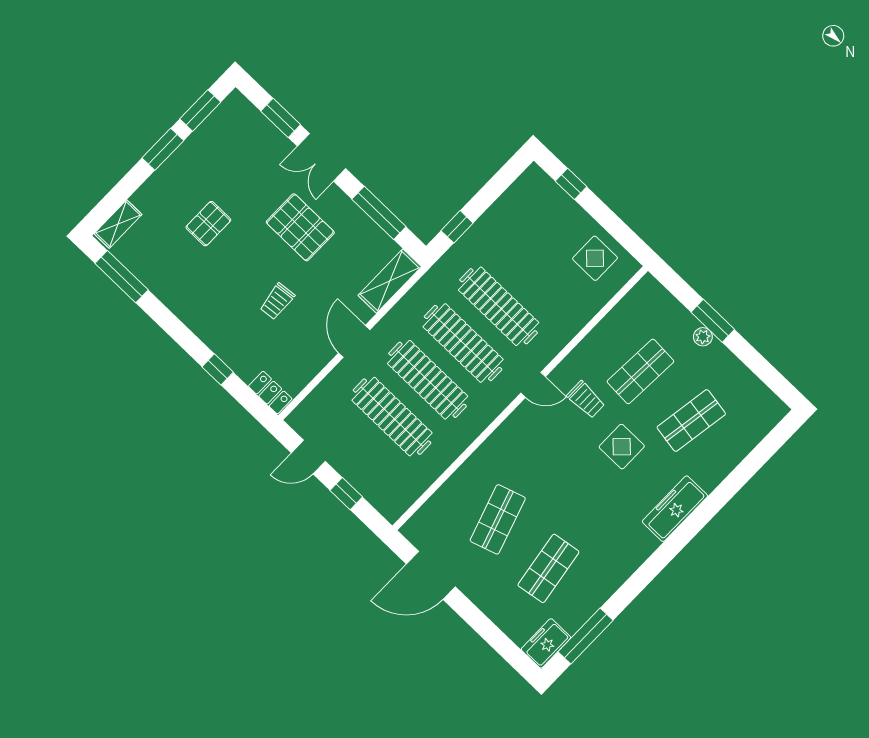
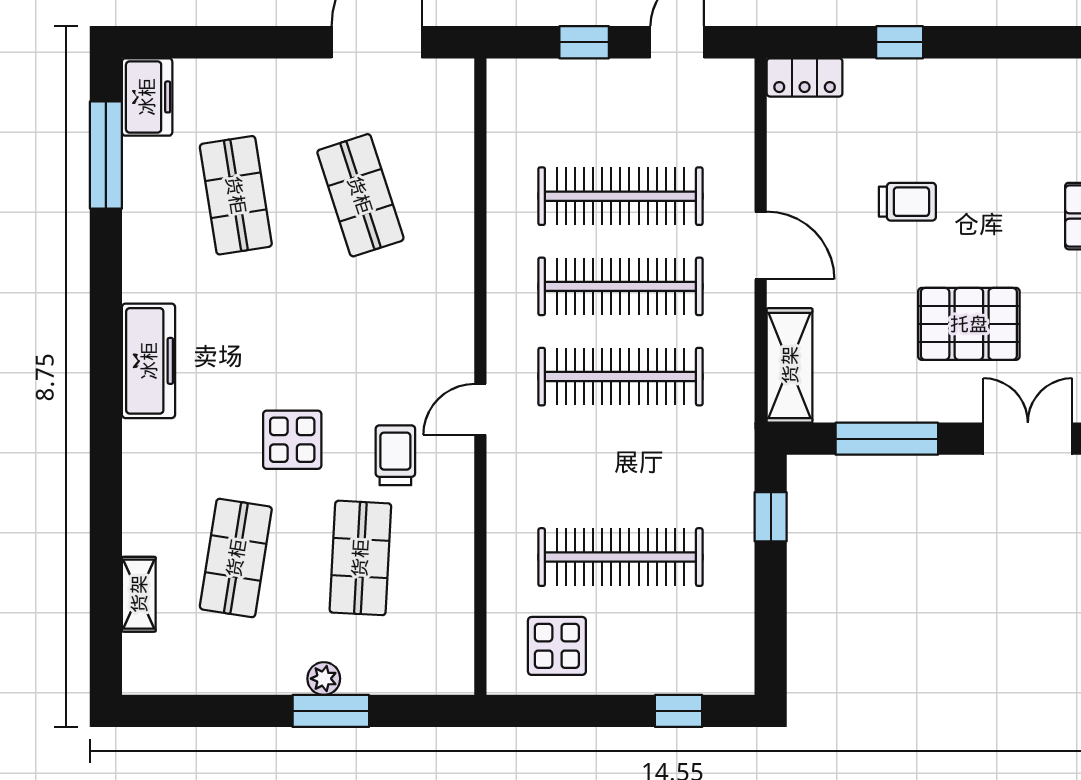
trolley: (277, 301) -> (907, 202), turned 96
clothes rail: (499, 306) -> (620, 557), moved
trolley: (586, 400) -> (395, 455), turned 90
shelving: (745, 444) -> (139, 594), added
freezer: (675, 509) -> (149, 361), moved

